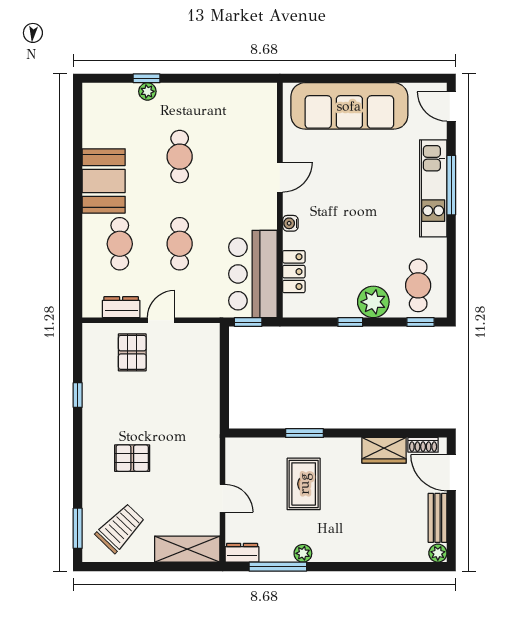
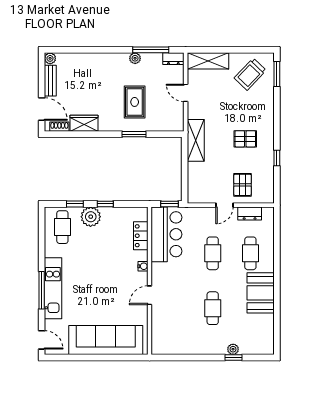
window: (420, 322) -> (75, 204), moved
shelving: (207, 423) -> (196, 140), added
pallet: (132, 458) -> (245, 139), moved

